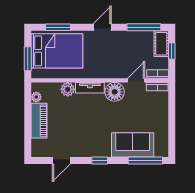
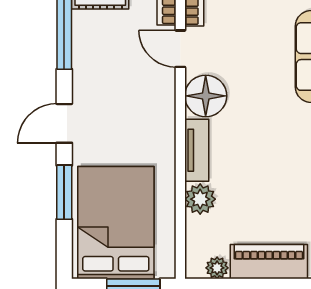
window: (58, 27) -> (64, 192), moved
door: (102, 27) -> (64, 123), hinge flipped

